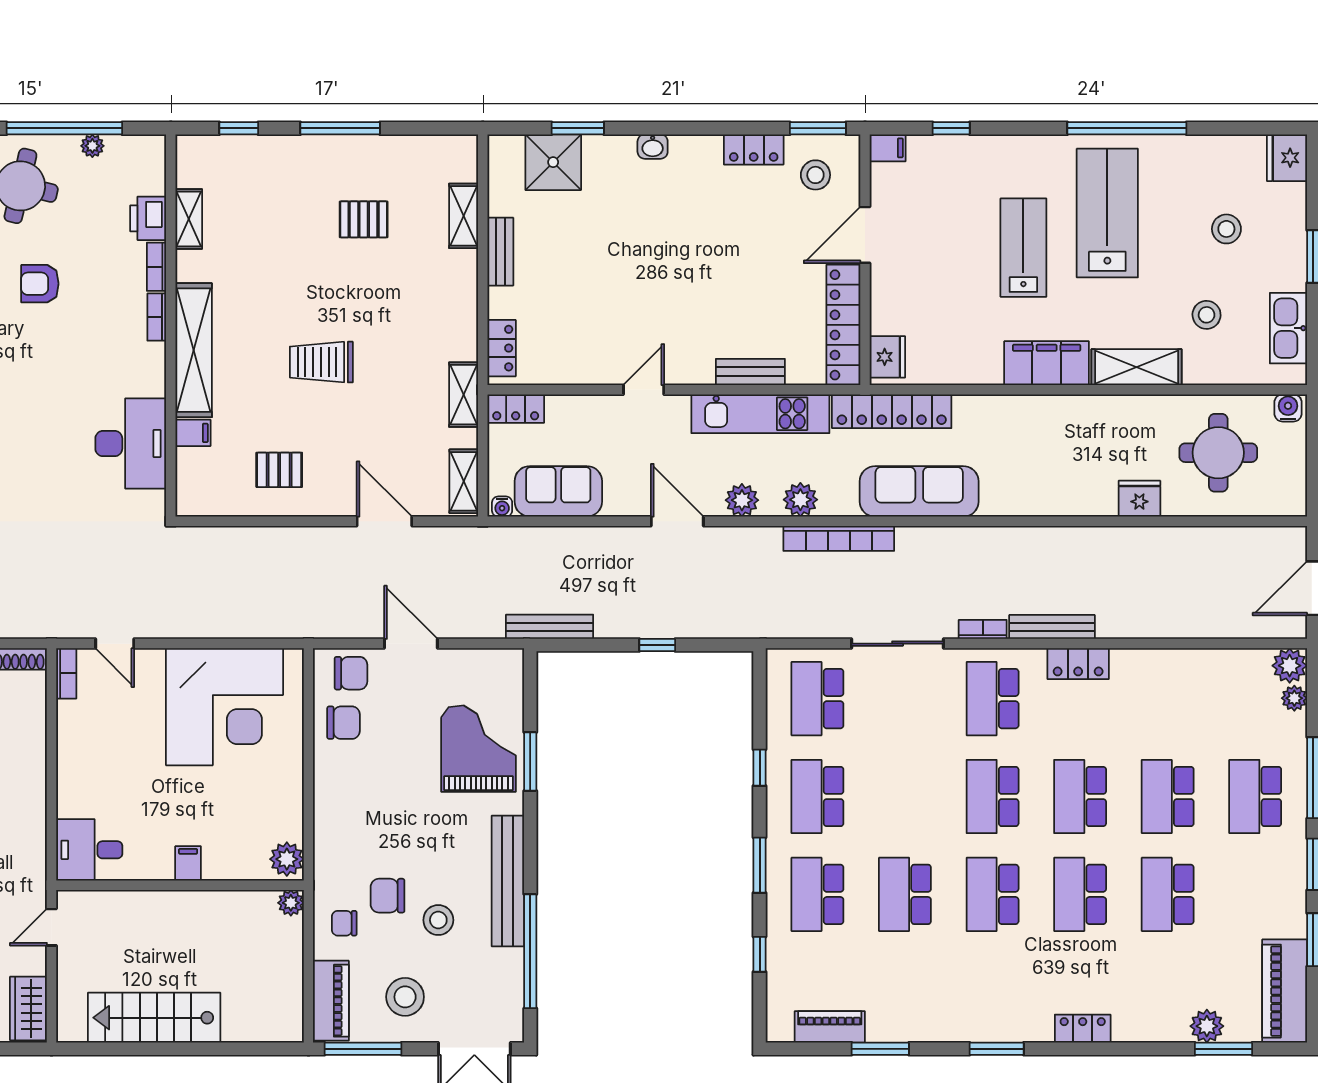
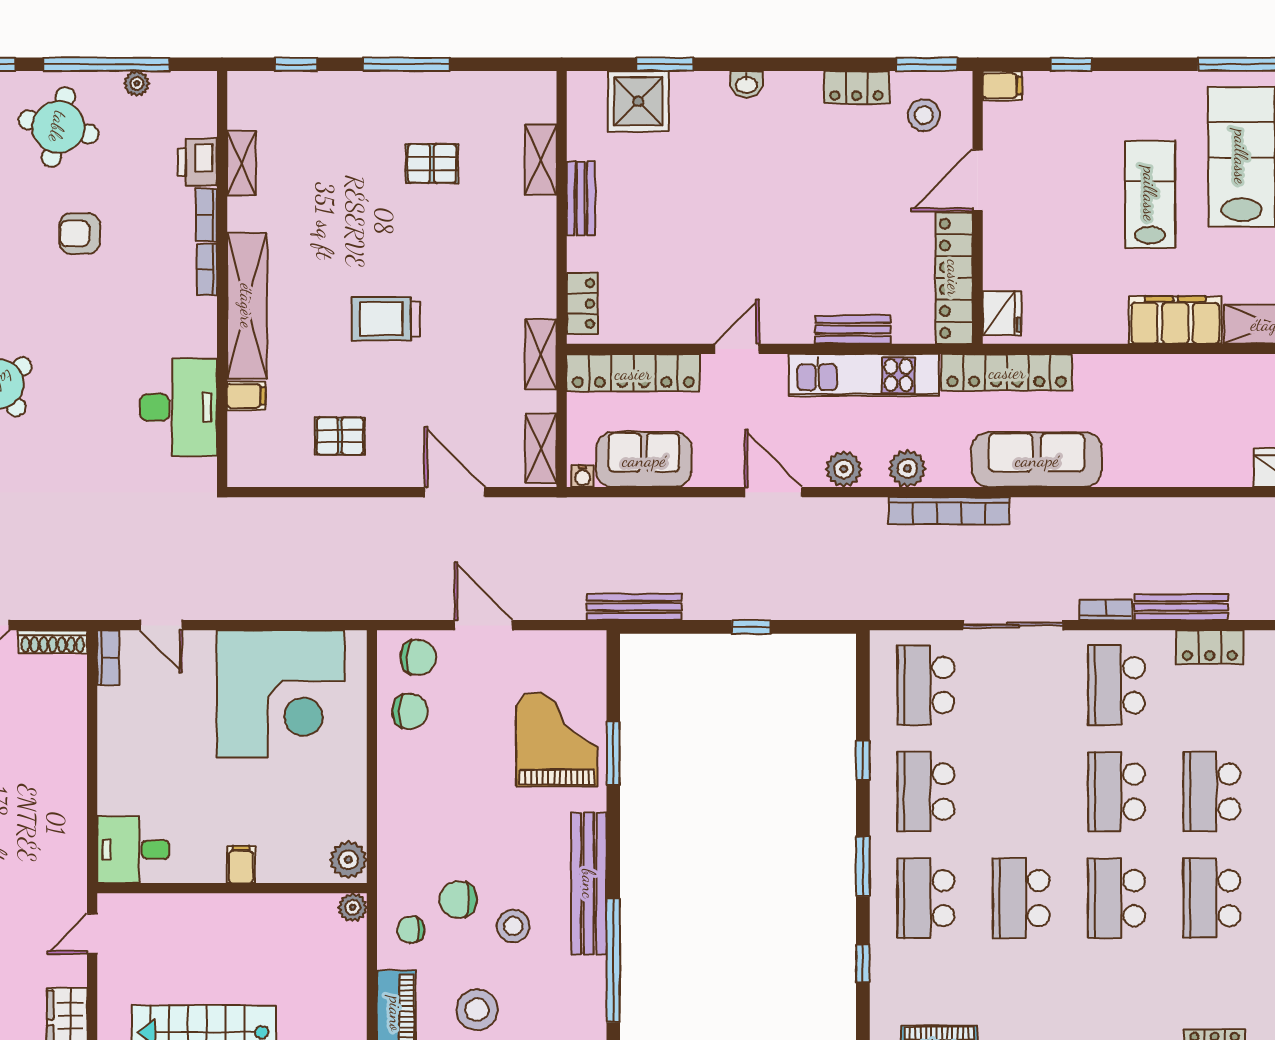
locker: (516, 409) -> (633, 373), width x2.16, depth x1.21

